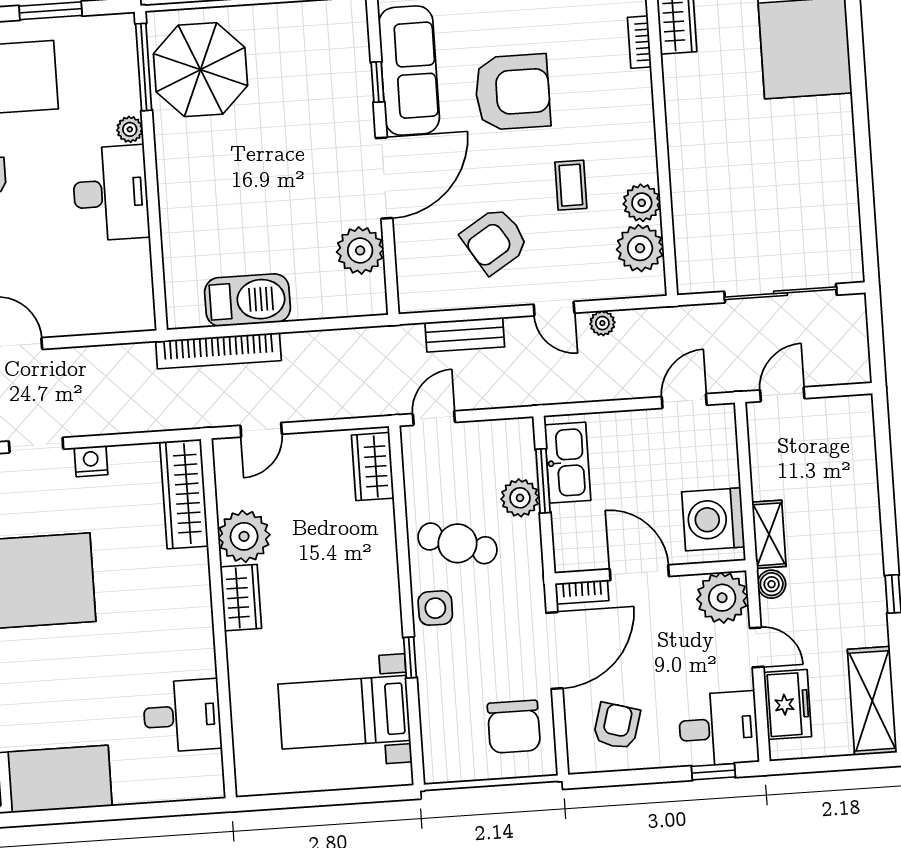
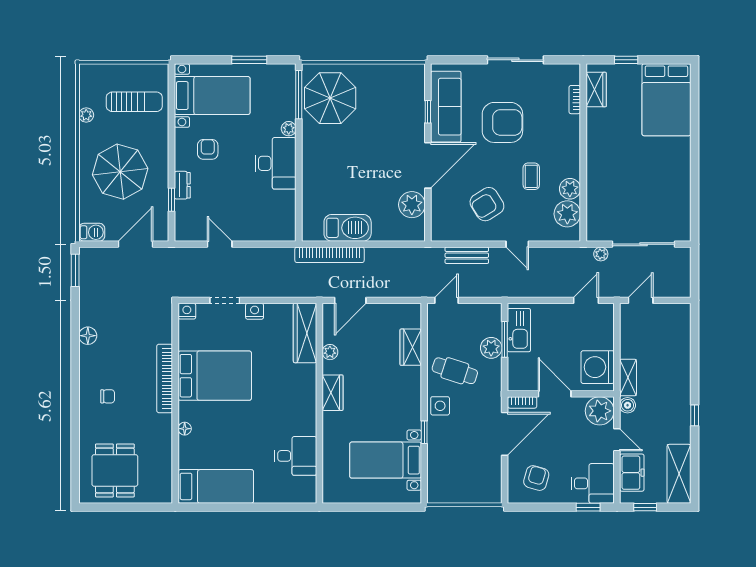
plant: (602, 323) -> (601, 254), moved
door: (261, 430) -> (350, 300), width x1.38
wardrobe: (373, 467) -> (411, 347), moved
plant: (244, 536) -> (330, 352), width x0.53, depth x0.53
chair: (514, 727) -> (479, 475), removed
window: (816, 765) -> (645, 507), added

